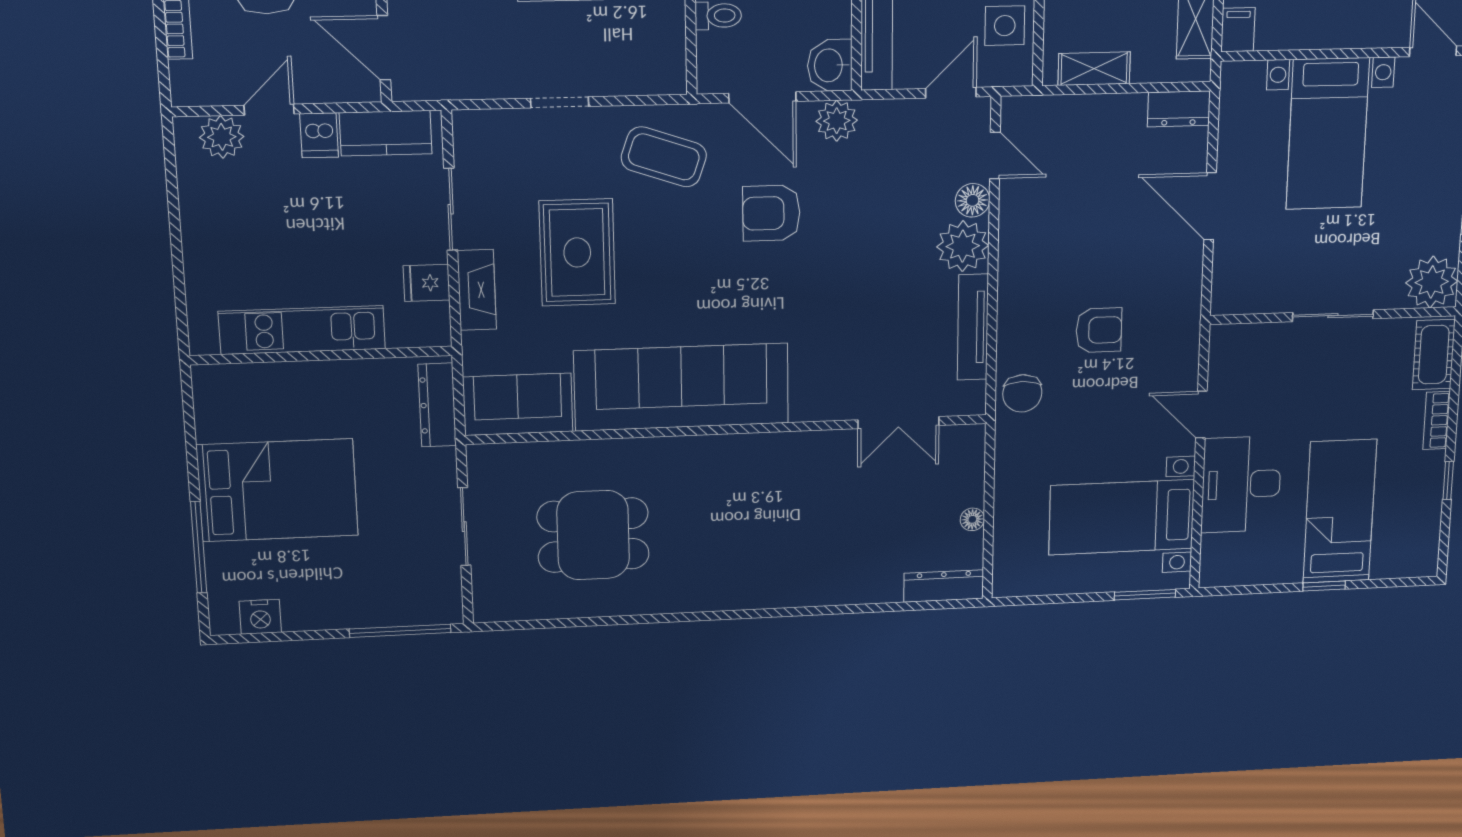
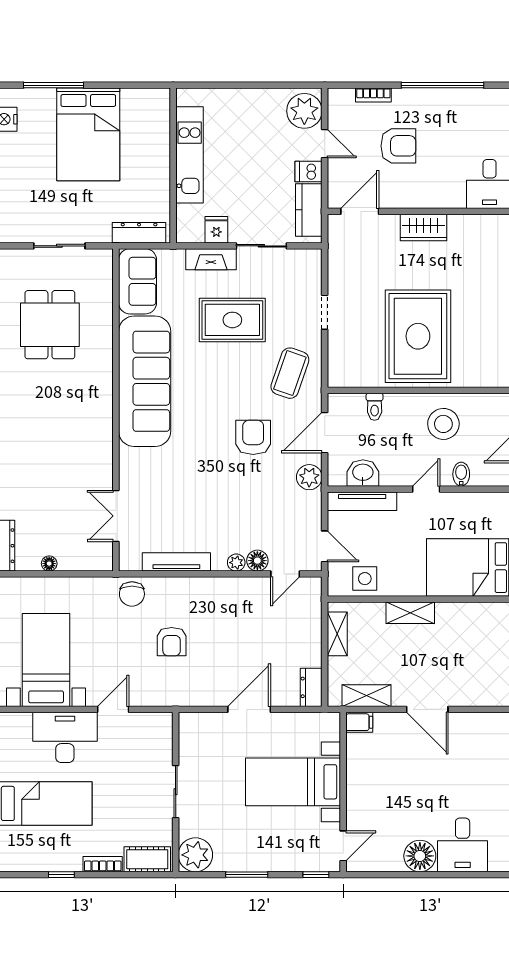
washbasin: (830, 65) -> (363, 473), moved
plant: (222, 137) -> (304, 111), width x1.36, depth x1.36
plant: (963, 246) -> (236, 563), width x0.53, depth x0.53
chair: (1022, 393) -> (132, 594), turned -90

